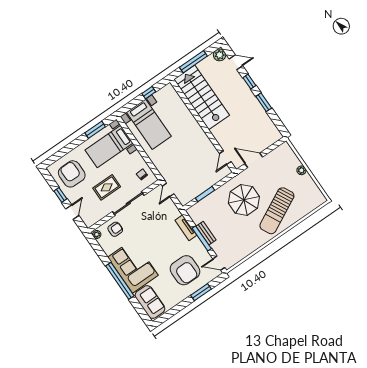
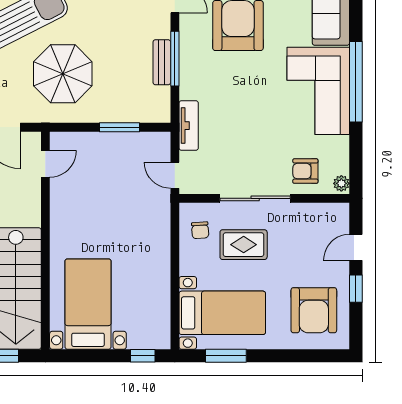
window: (149, 93) -> (143, 356), moved
bed with nightstands: (149, 124) -> (88, 304), moved
rug: (107, 187) -> (244, 245), moved
door: (168, 190) -> (175, 175), swing flipped
tv unit: (186, 228) -> (189, 126), moved

